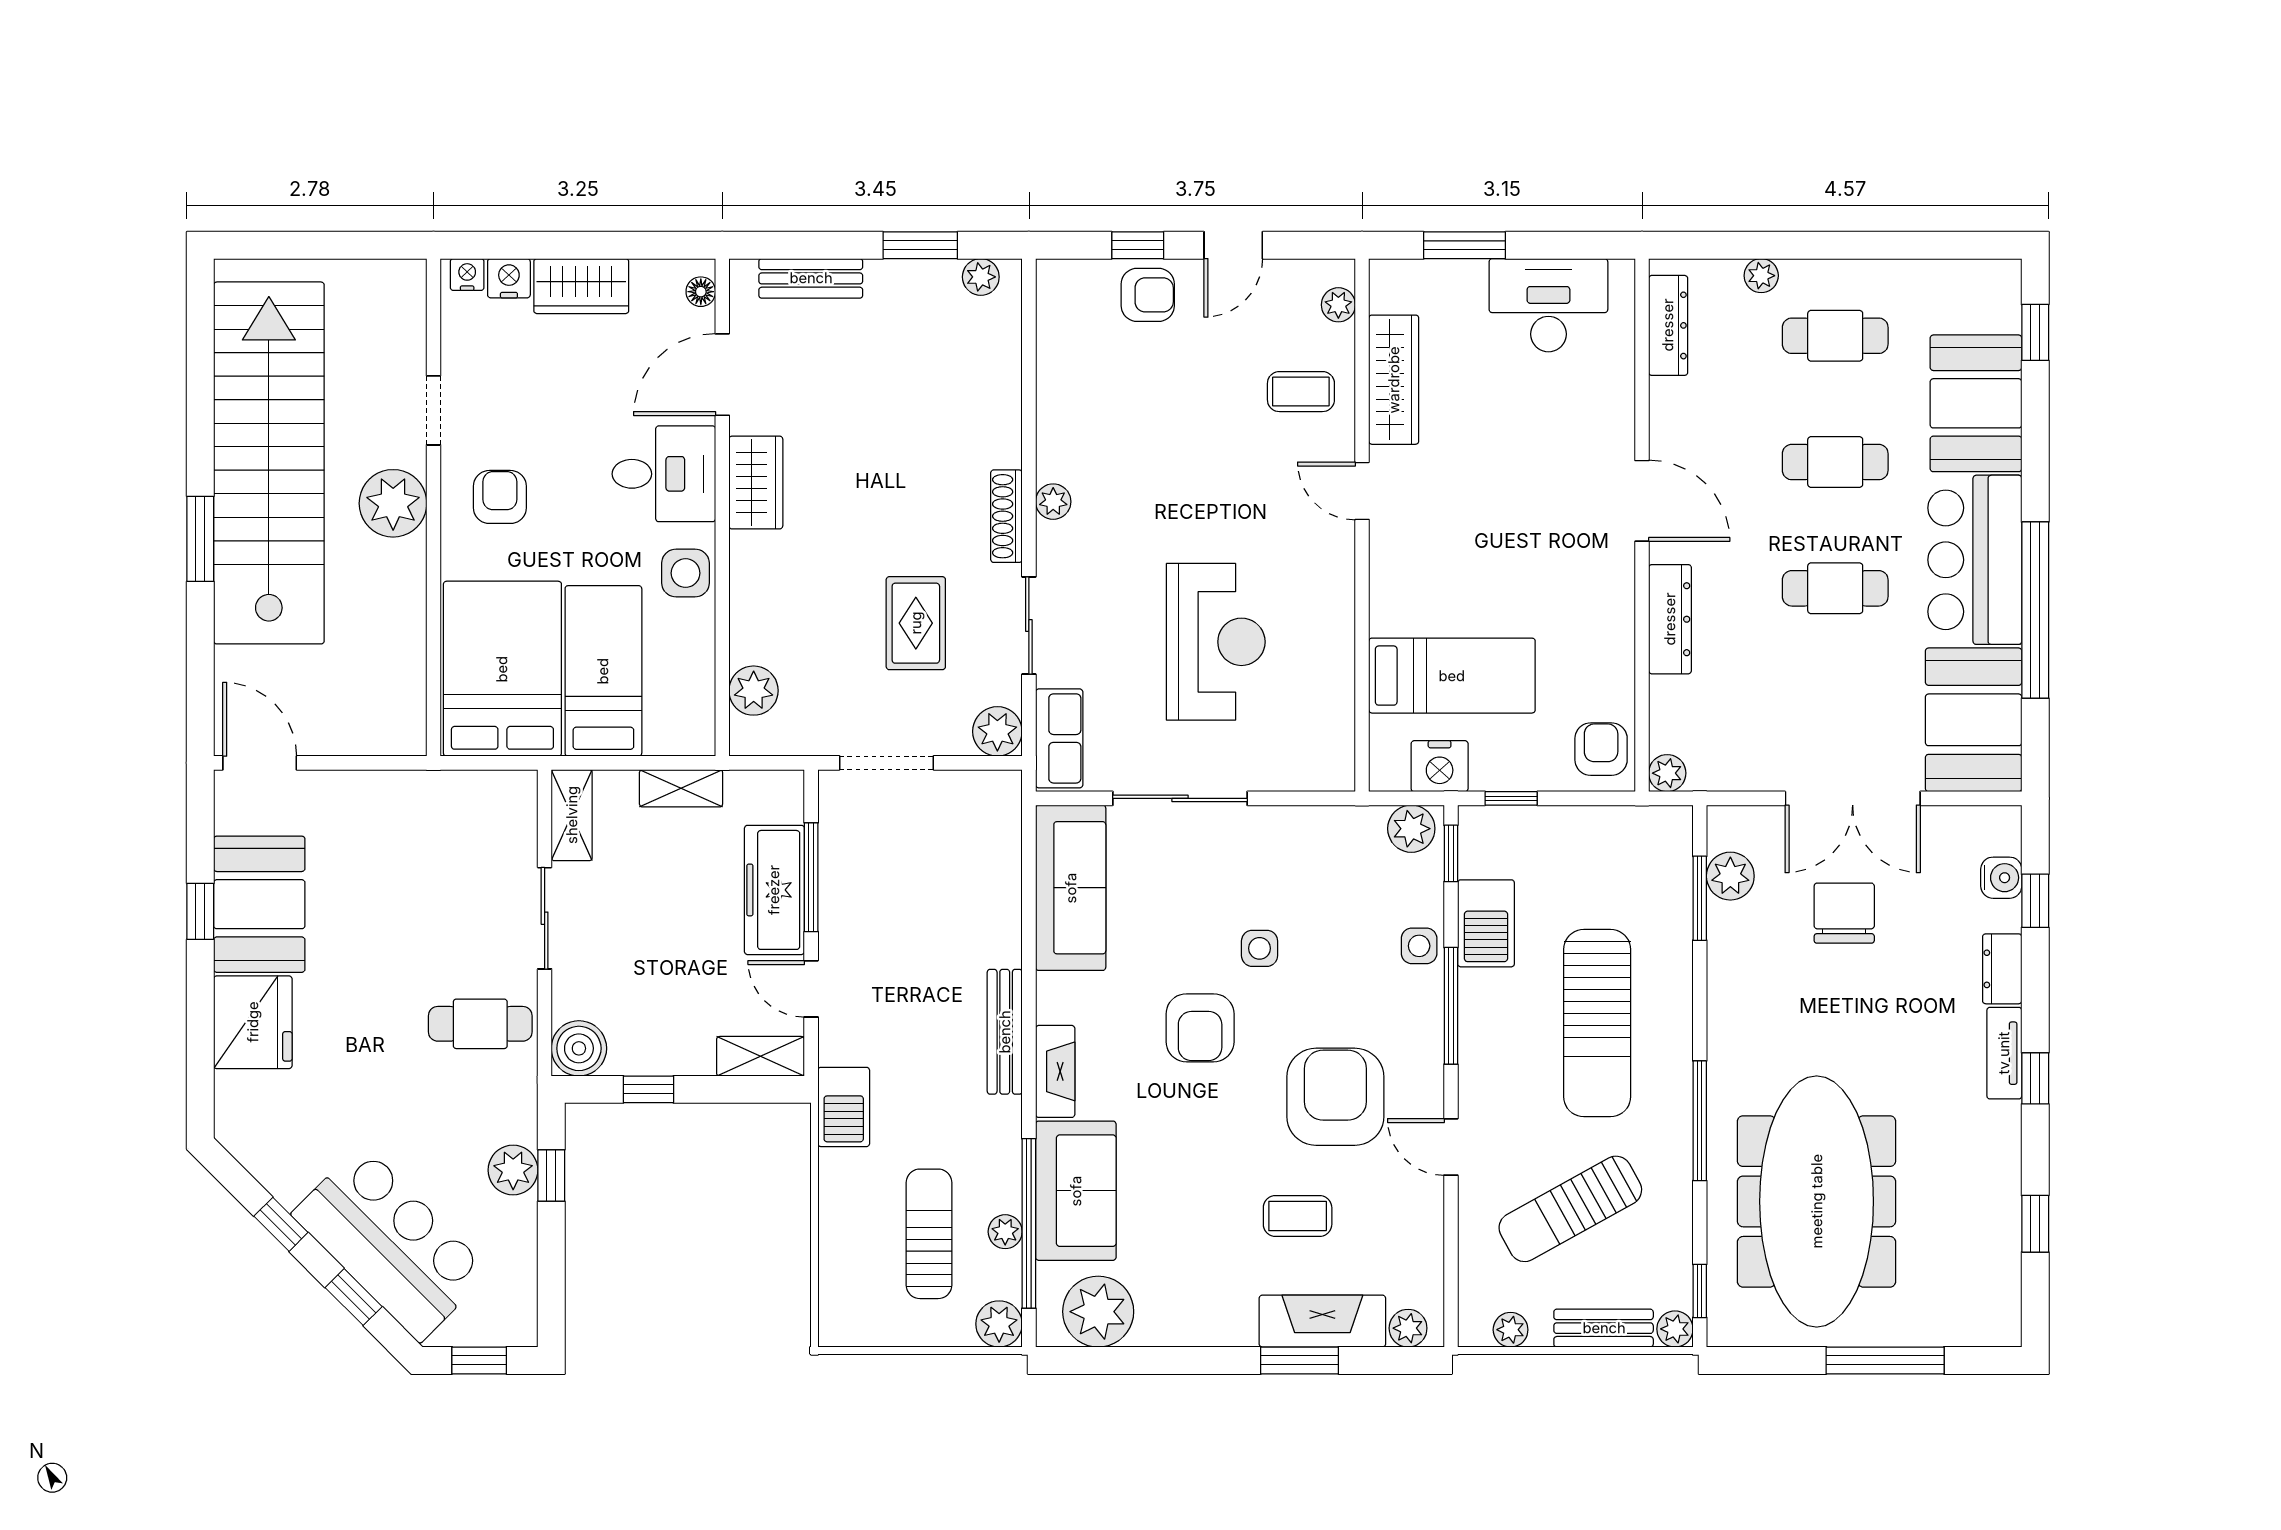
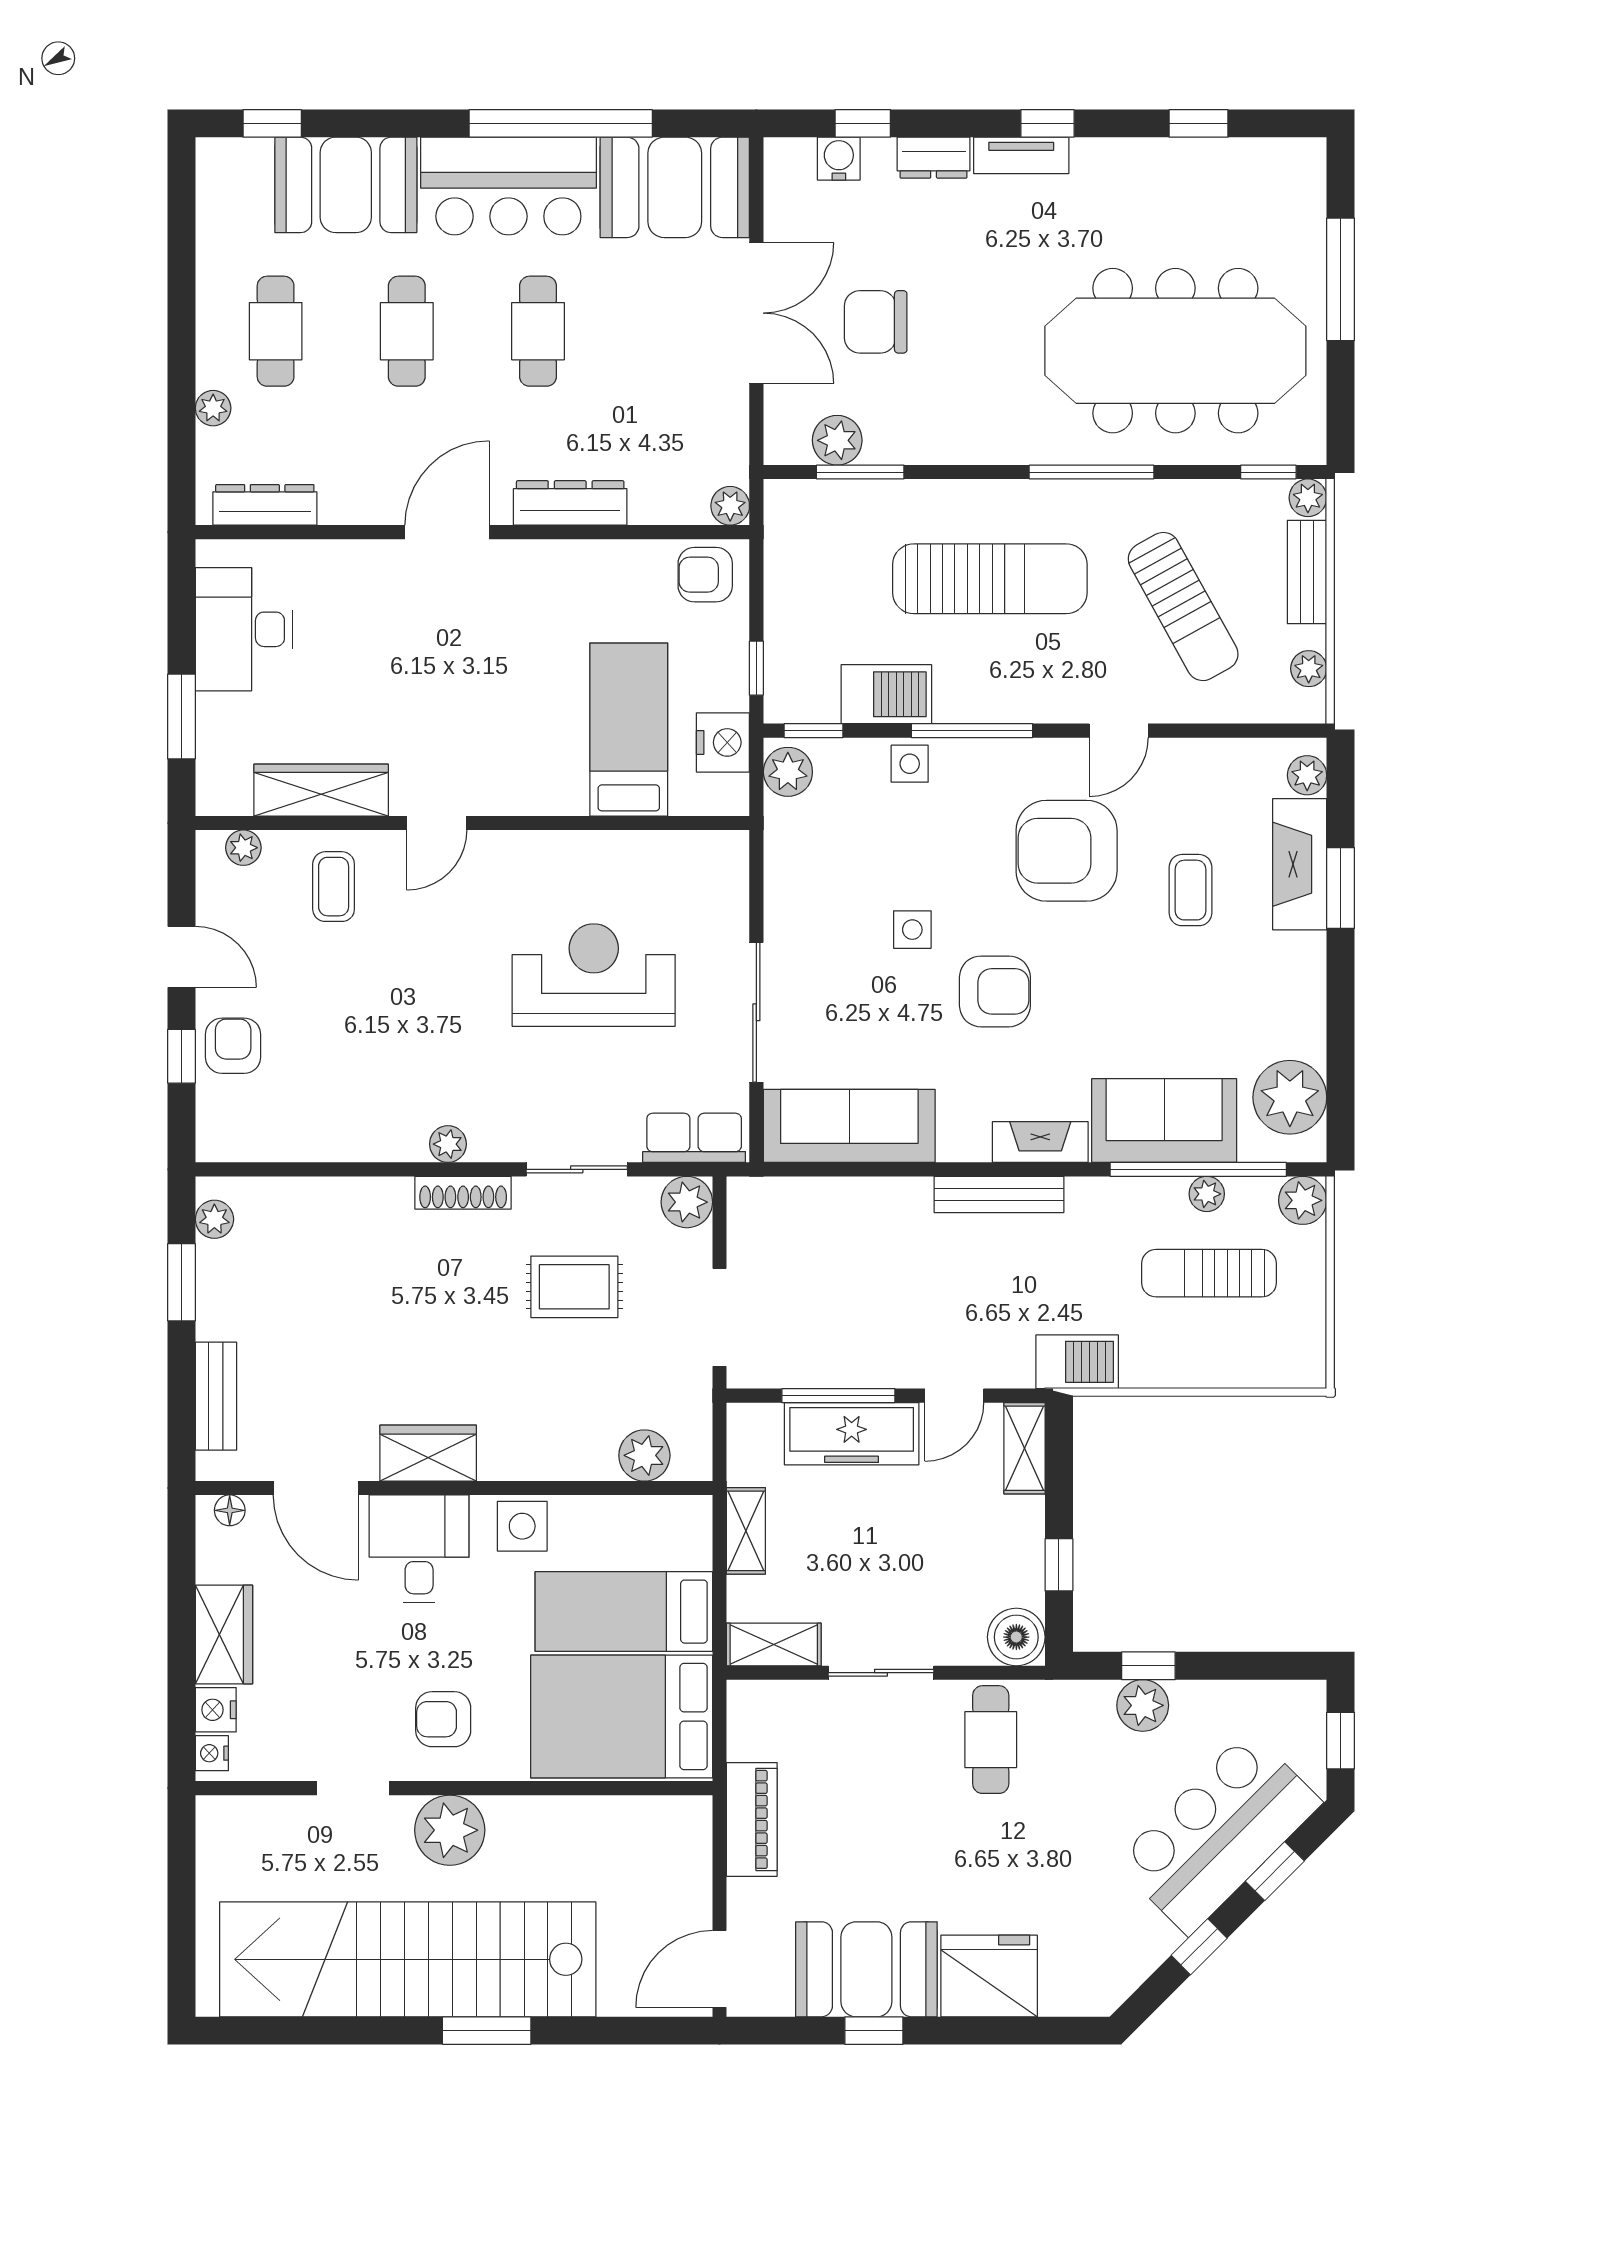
piano: (403, 794) -> (752, 1819), added

